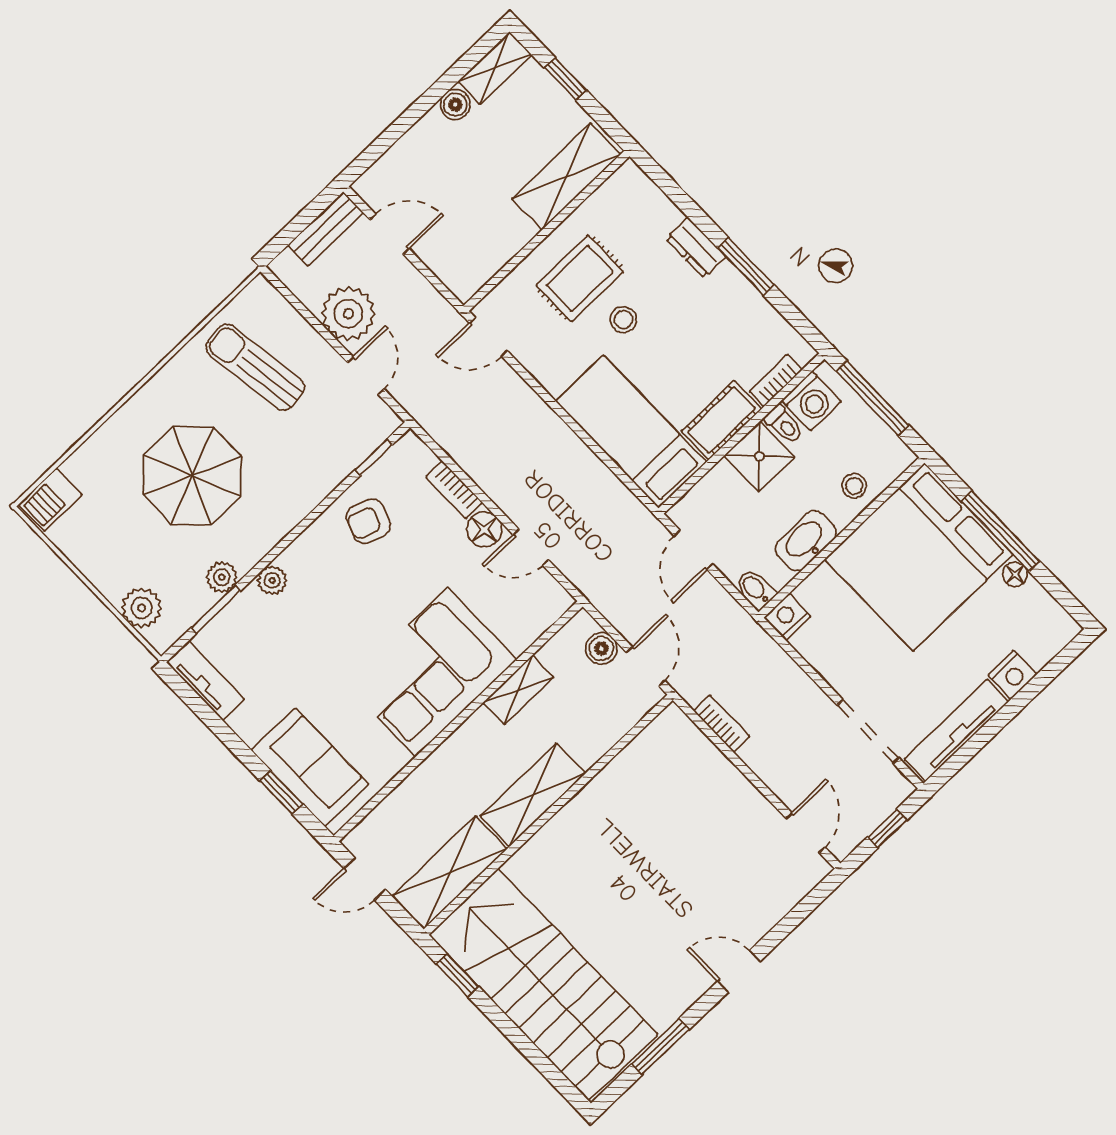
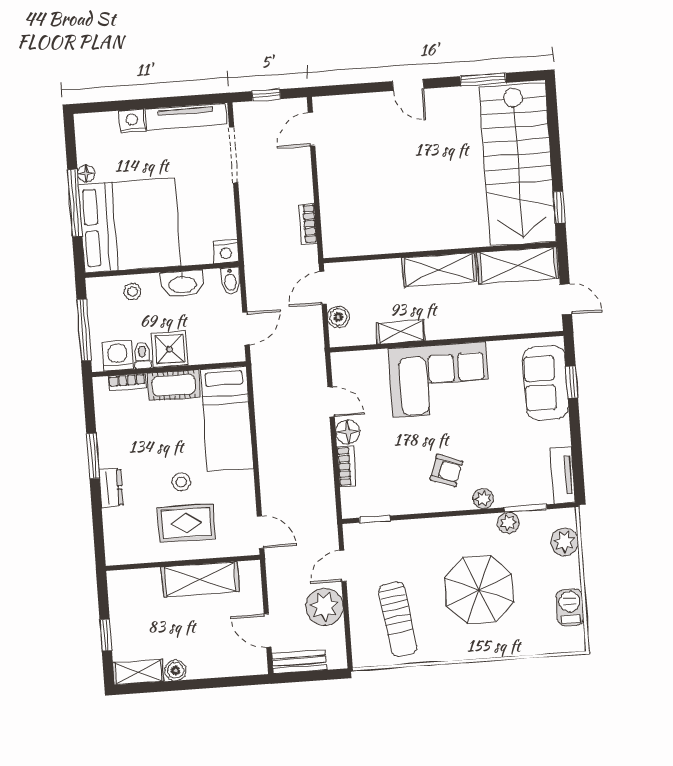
shelving: (566, 177) -> (200, 579), moved
barbecue: (50, 500) -> (570, 607), moved, turned -90
armchair: (368, 521) -> (446, 470), moved

